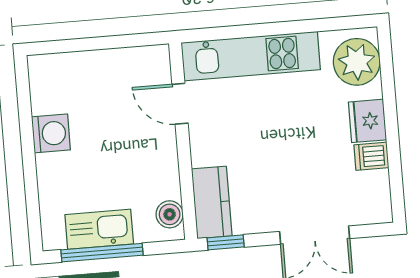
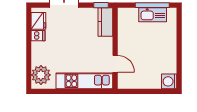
fridge: (367, 121) -> (38, 21), moved
washing machine: (51, 133) -> (169, 81), moved
boiler: (170, 214) -> (123, 18), removed

